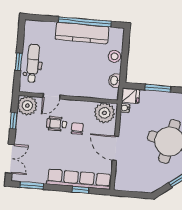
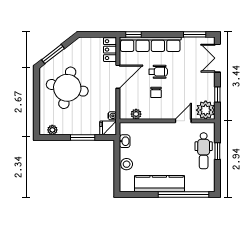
window: (85, 22) -> (184, 194), moved
plant: (104, 113) -> (136, 114), width x0.53, depth x0.53
wheelchair: (57, 124) -> (158, 72), moved
door: (116, 148) -> (118, 77), hinge flipped
locker: (121, 177) -> (110, 50), added
window: (81, 190) -> (134, 34), moved

